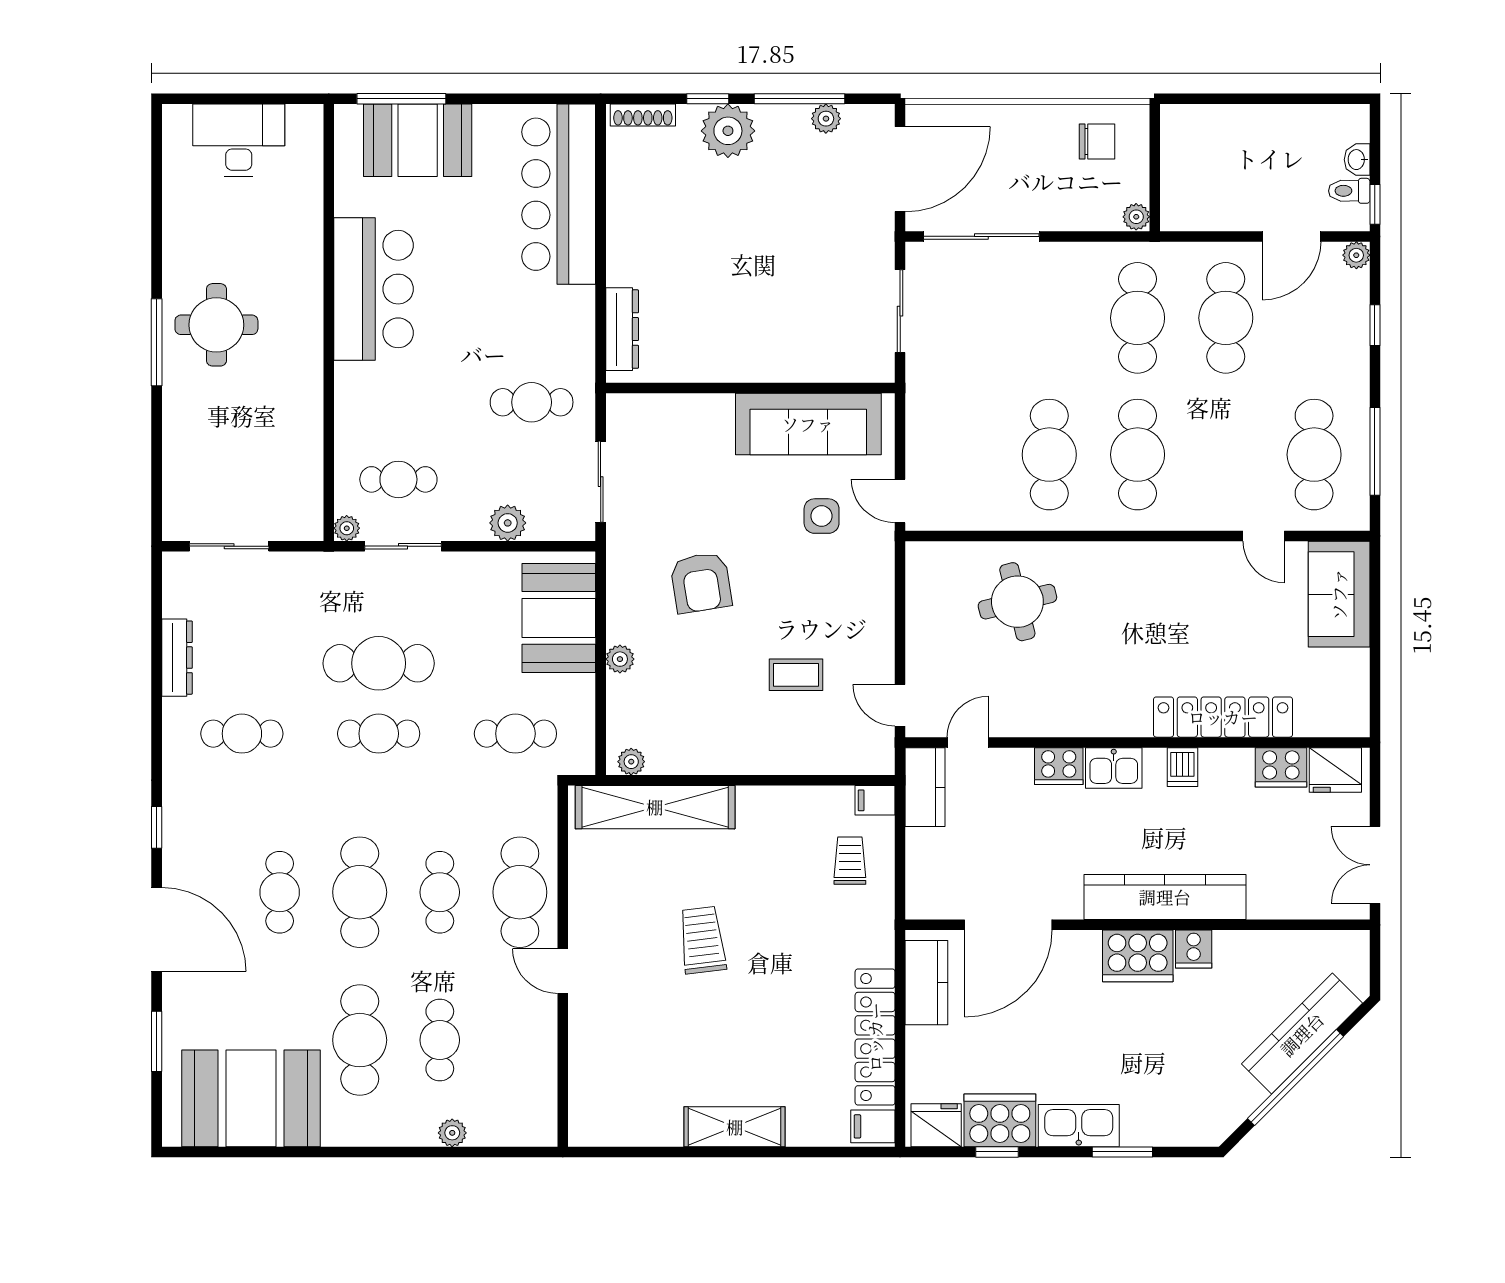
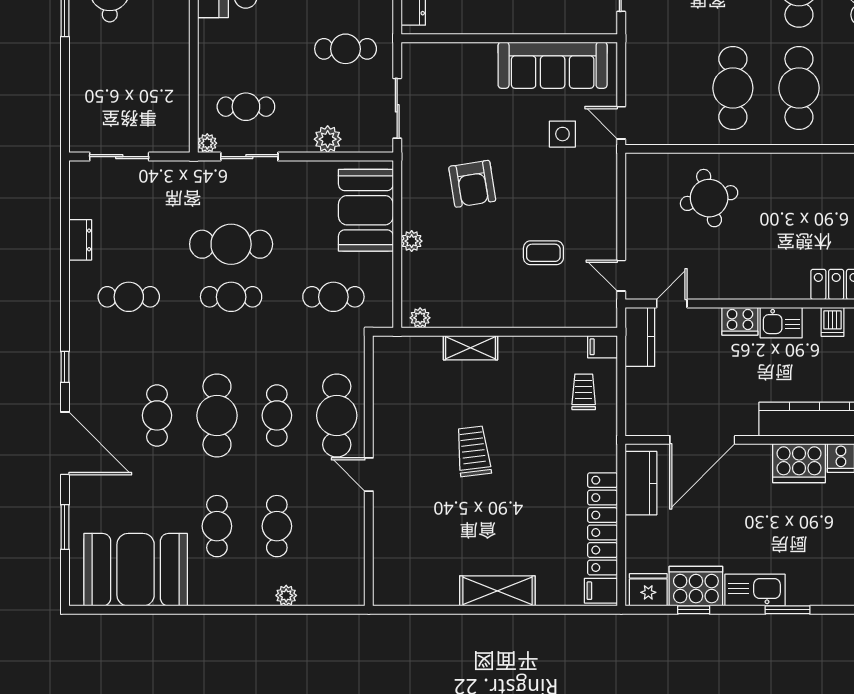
dresser: (177, 658) -> (80, 240), width x0.70
shelving: (655, 807) -> (470, 348), width x0.45, depth x0.75
cafe table: (360, 1040) -> (217, 526), width x0.73, depth x0.74

